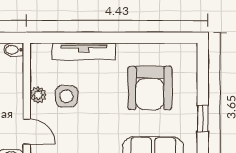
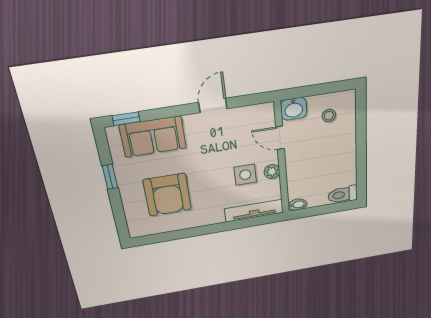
tv unit: (84, 51) -> (254, 211), moved
armchair: (150, 88) -> (167, 195), turned 180

